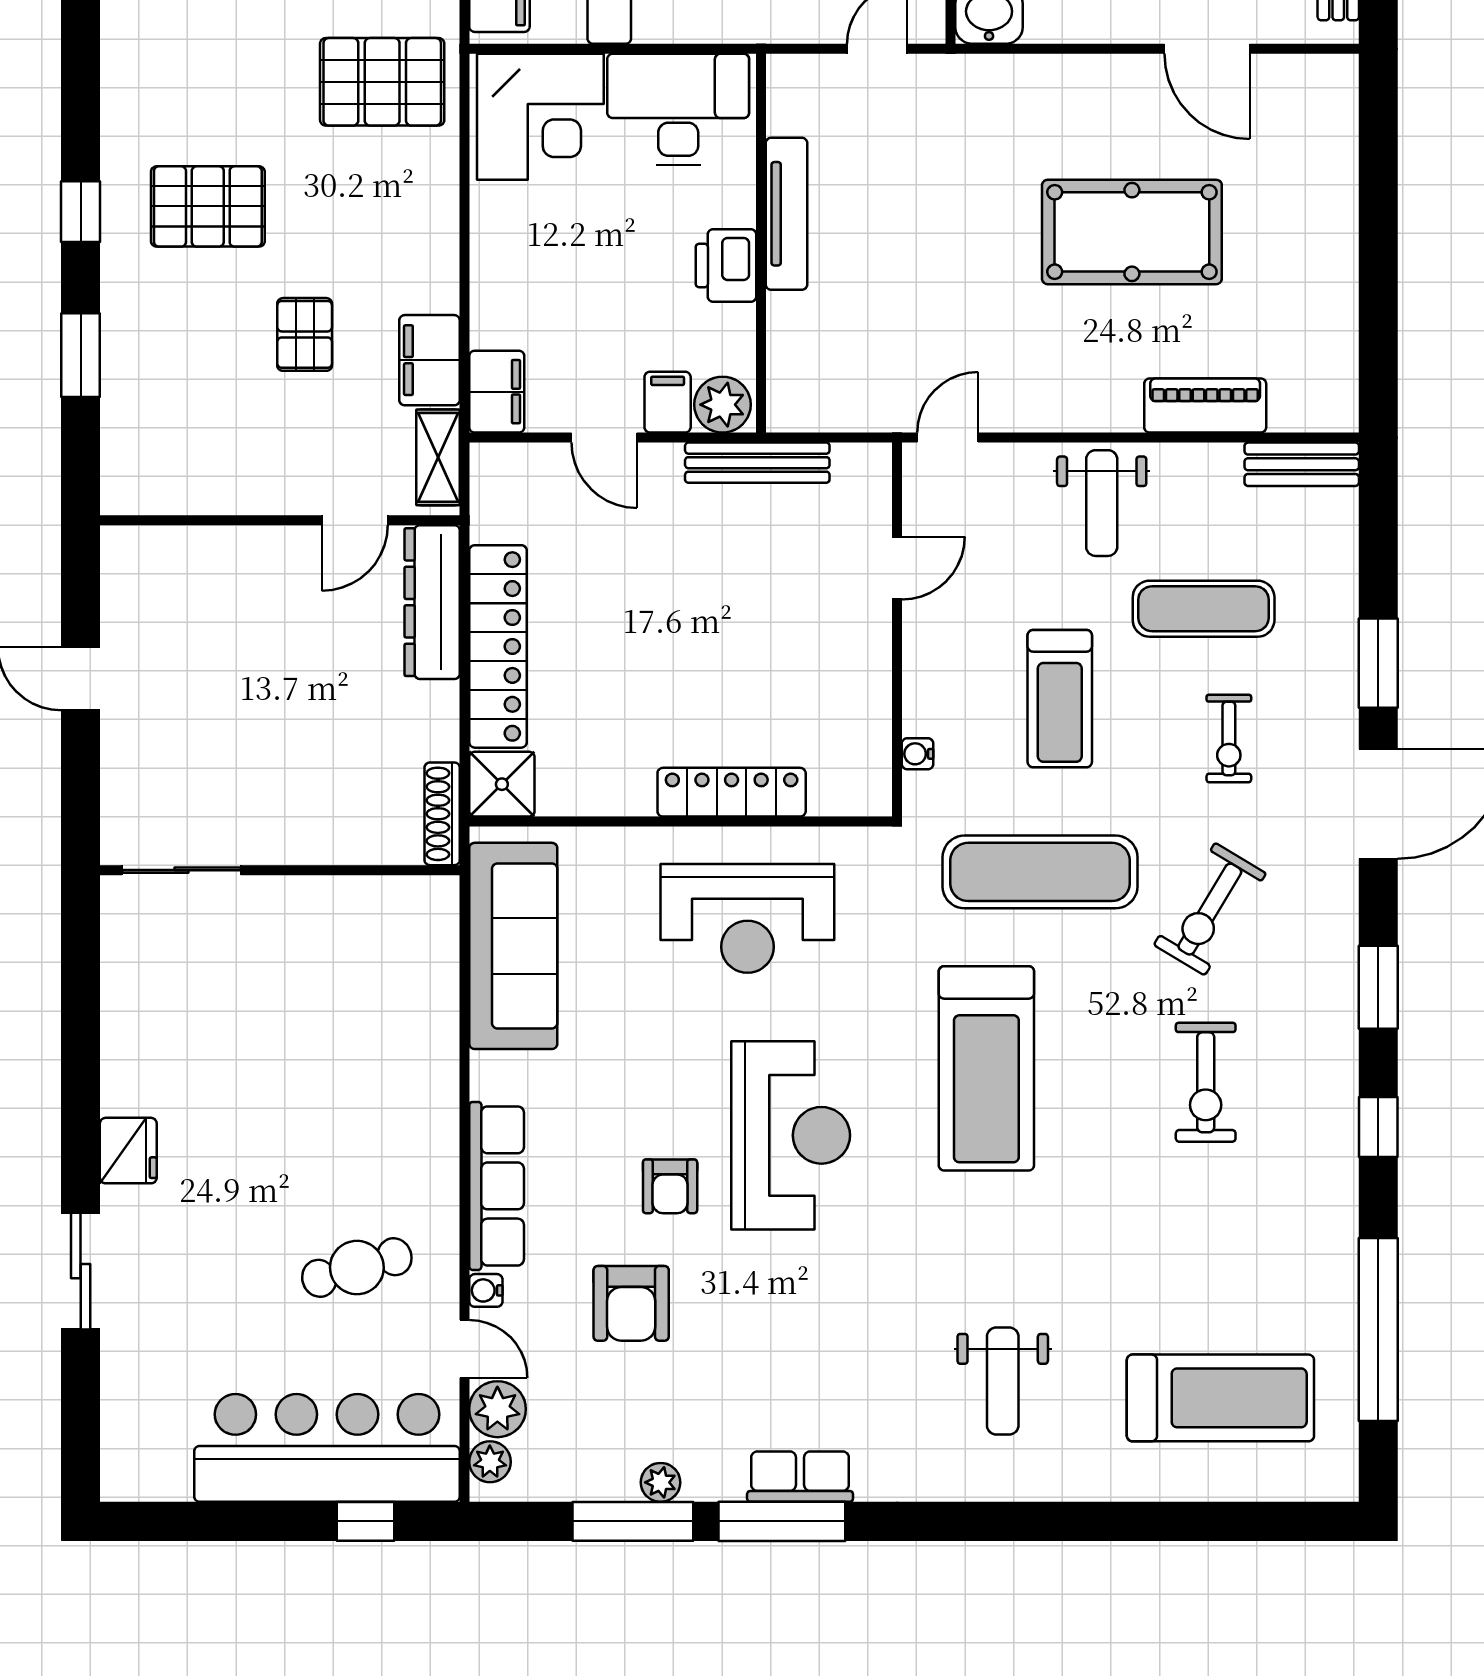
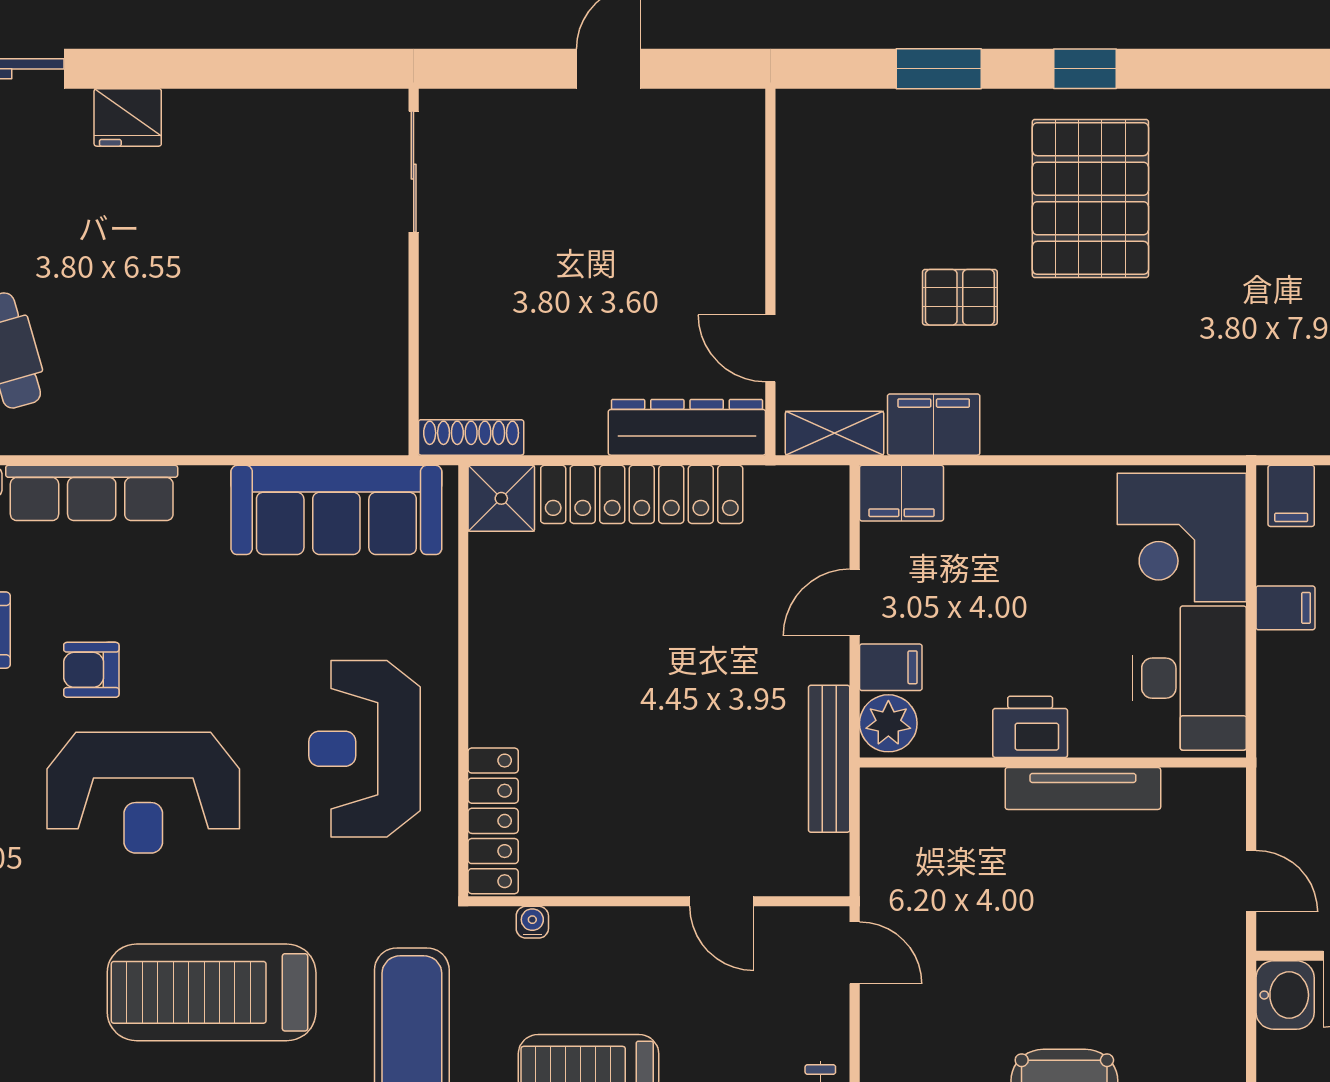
pallet: (382, 82) -> (1217, 376), removed
pallet: (208, 206) -> (1090, 199), width x1.37, depth x1.41
locker: (732, 792) -> (493, 821), moved

